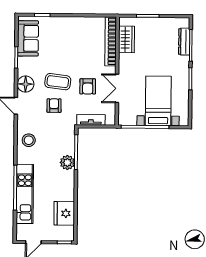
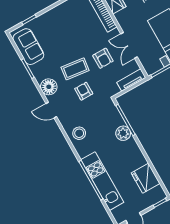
tv unit: (91, 120) -> (131, 80), moved

